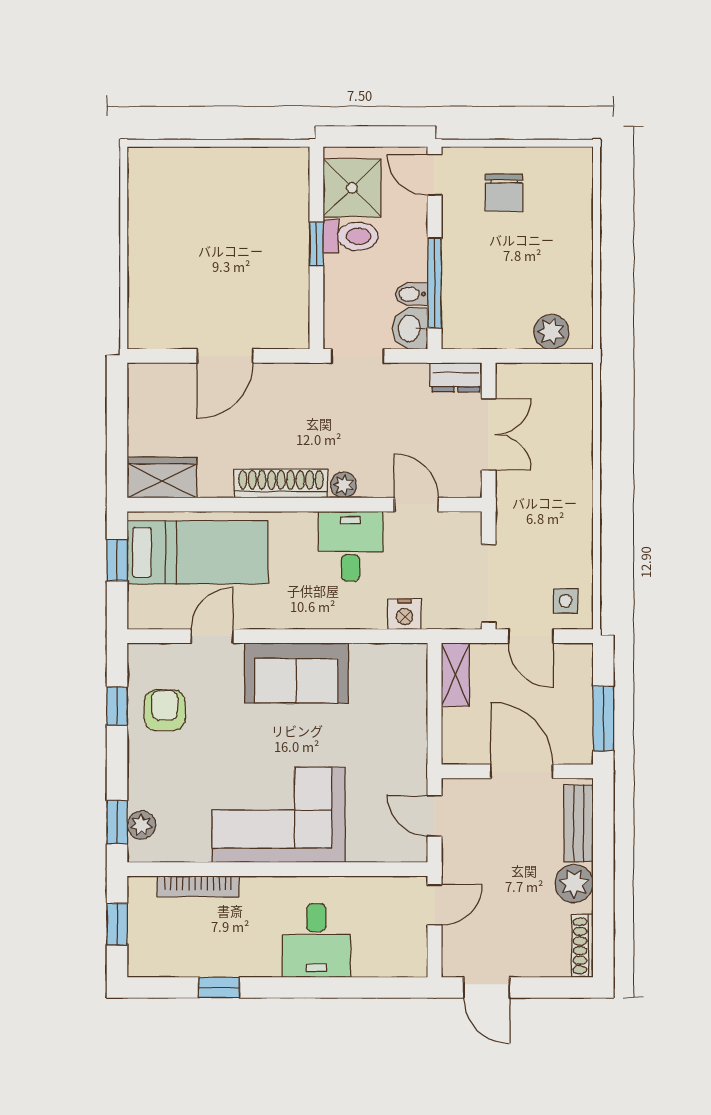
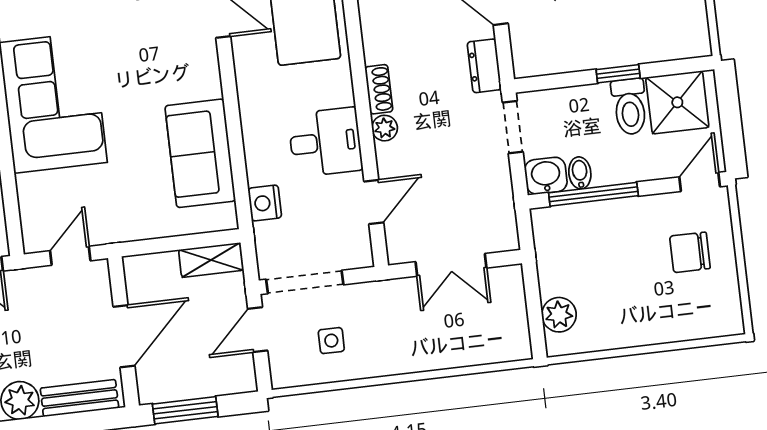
dresser: (456, 377) -> (484, 66), moved
shoe rack: (281, 483) -> (379, 89), width x0.51, depth x0.81
side table: (566, 601) -> (331, 341), moved
sofa: (296, 673) -> (200, 153), moved

